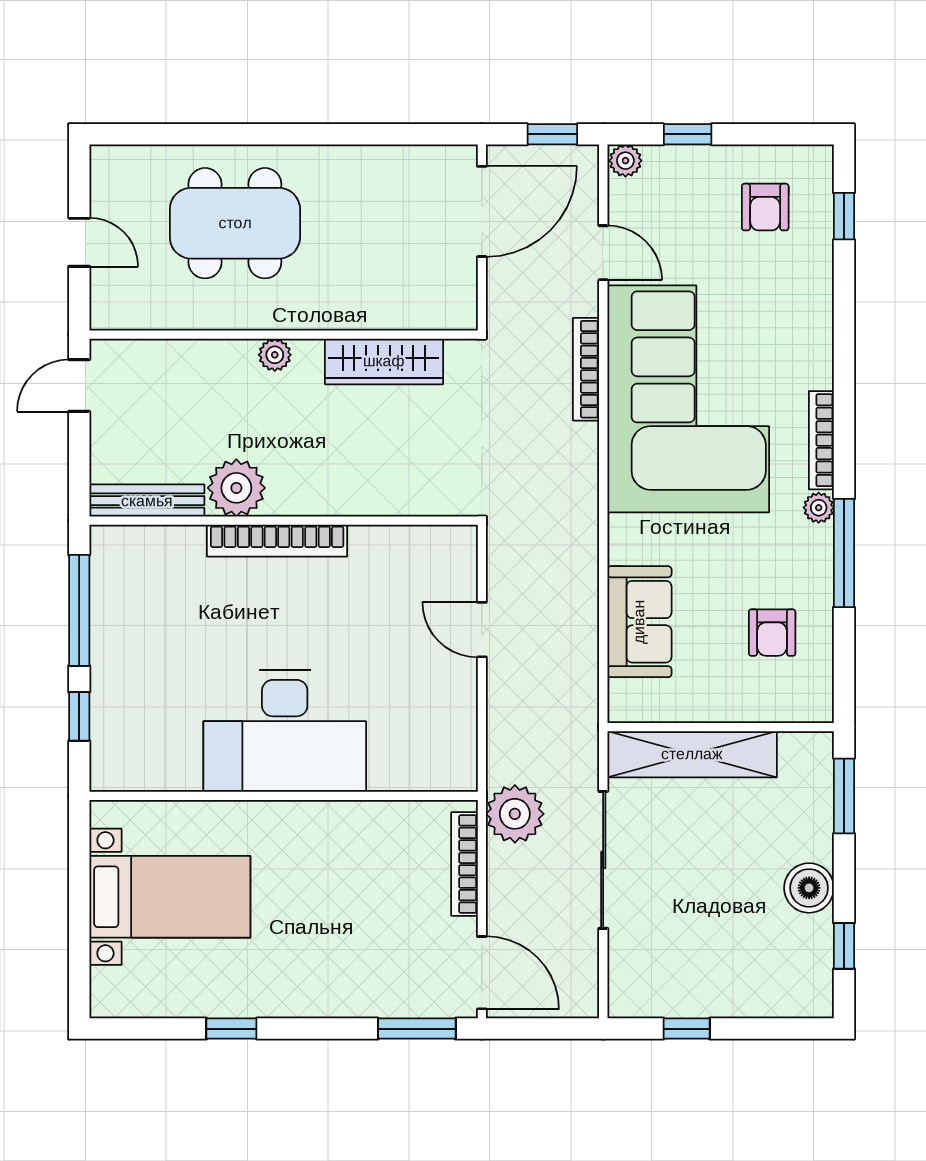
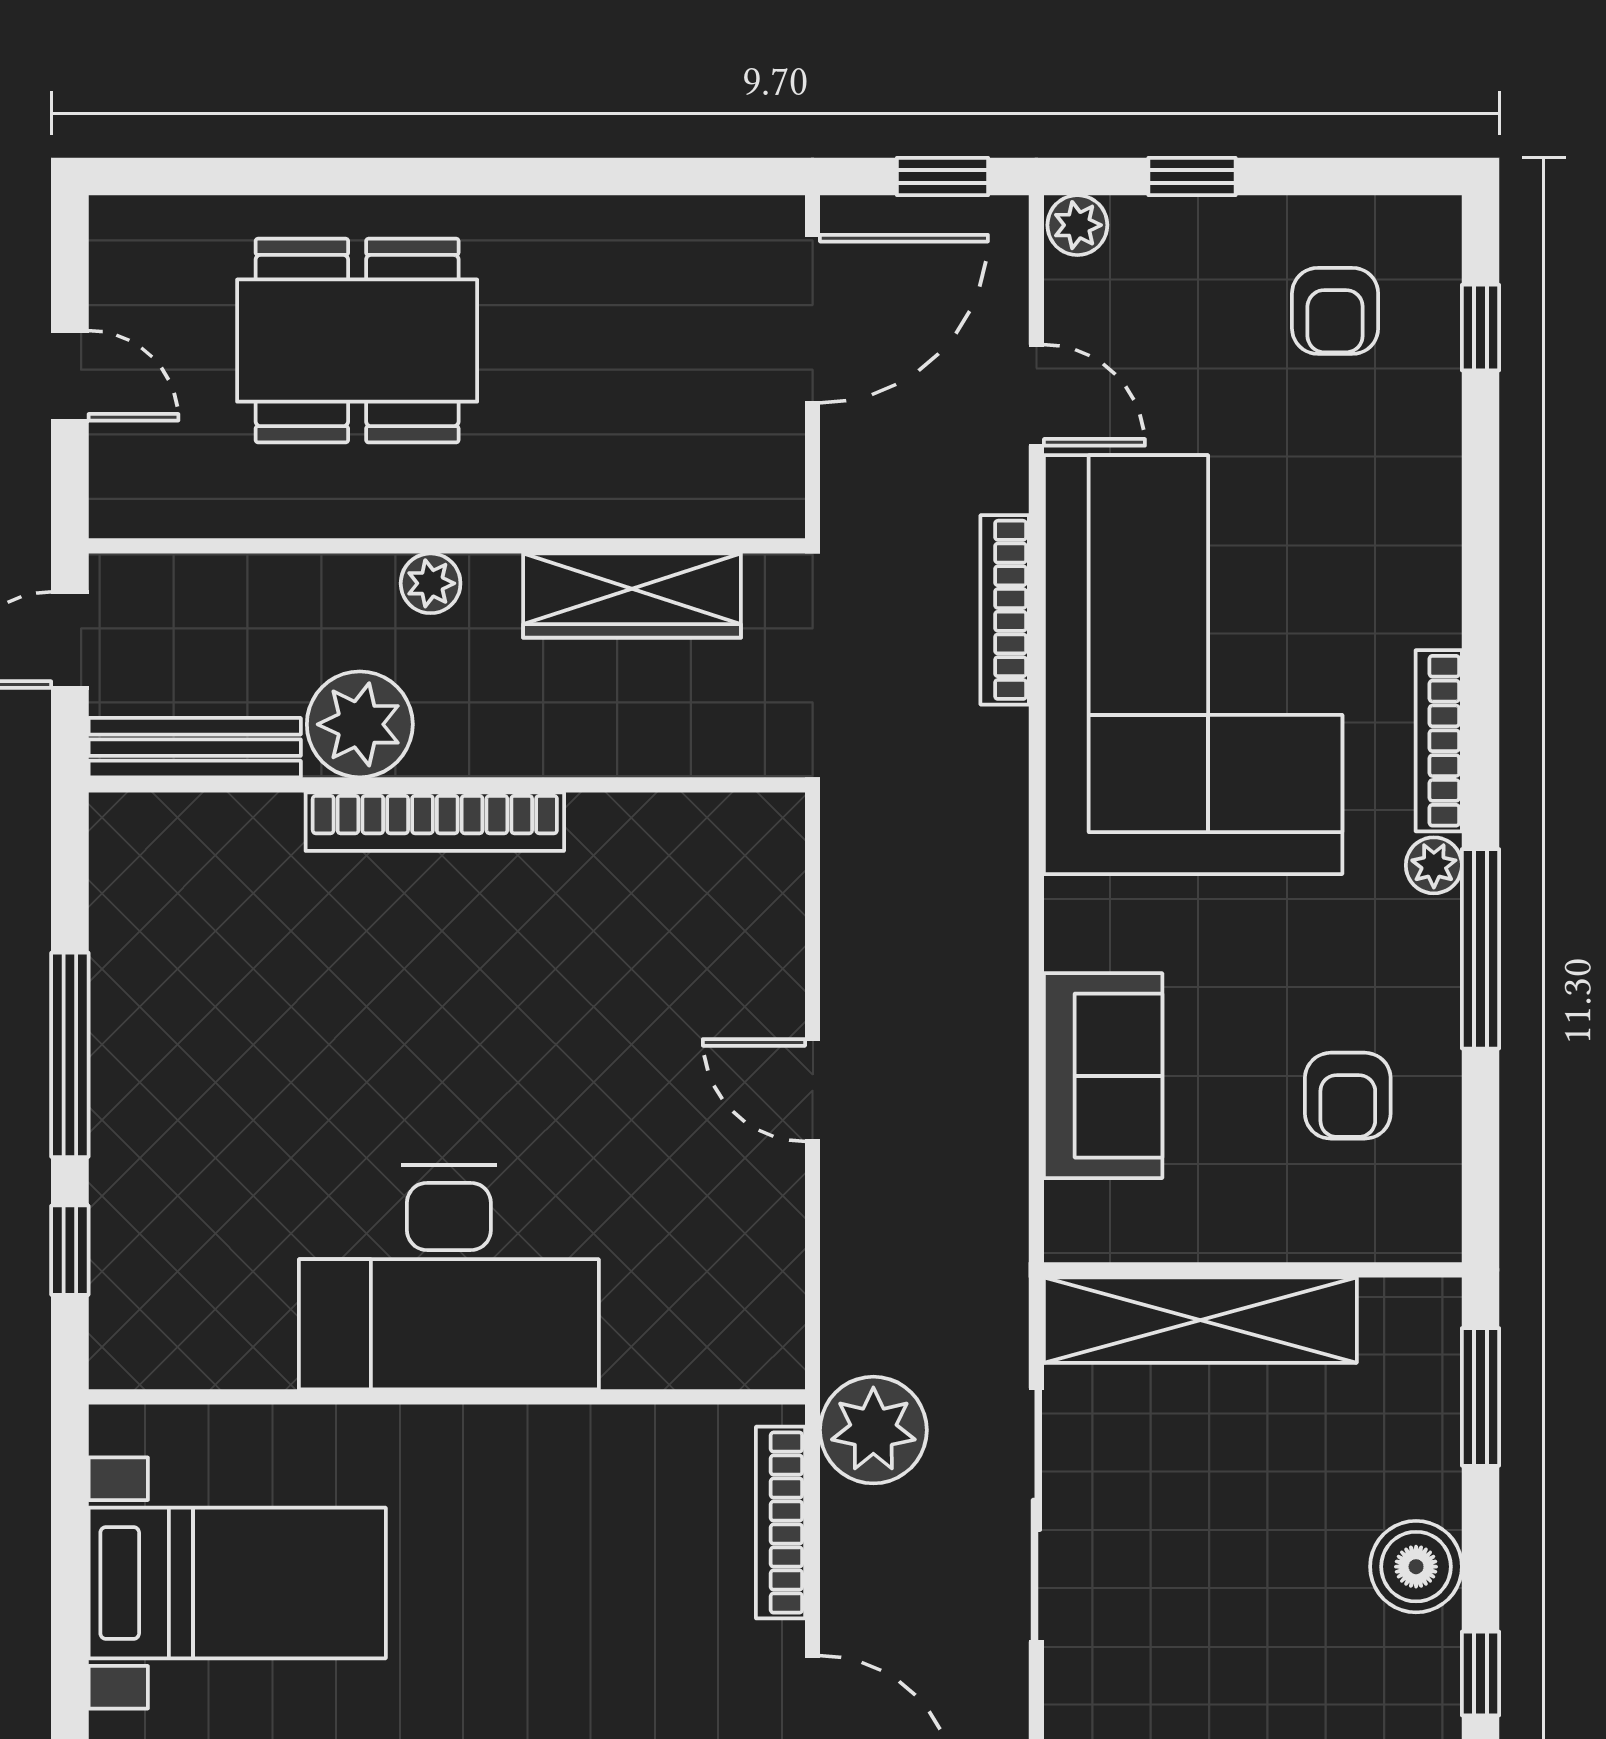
plant: (236, 488) -> (360, 724), moved
bench: (147, 501) -> (195, 748), moved
wall: (284, 521) -> (447, 785), moved
bookcase: (277, 541) -> (435, 822), moved

